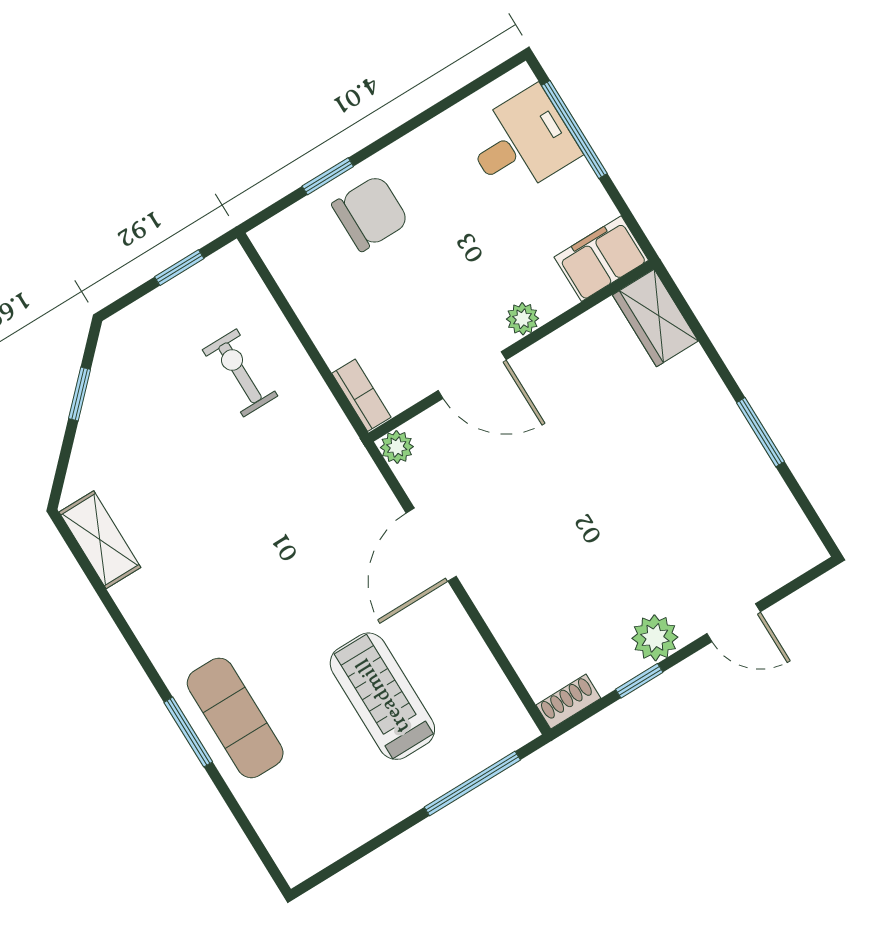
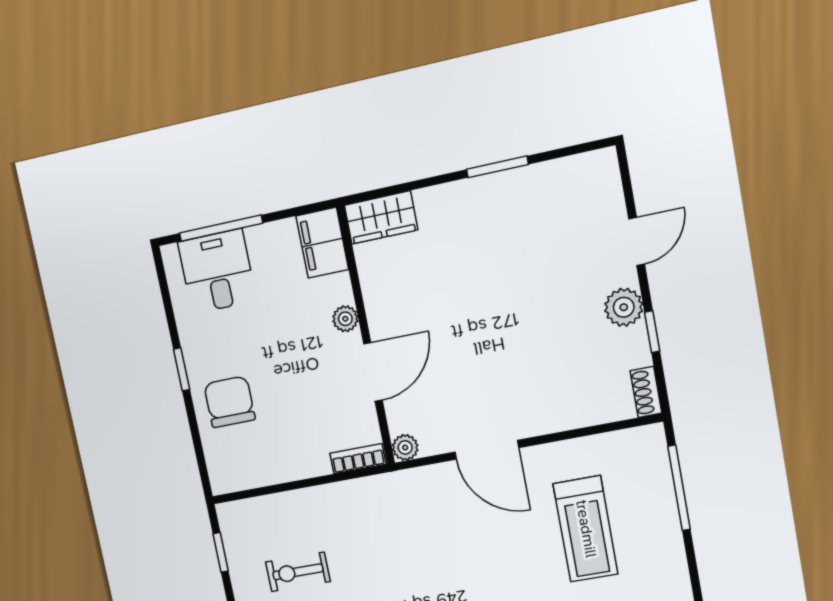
window: (328, 176) -> (182, 369), moved
exercise bike: (240, 373) -> (298, 572), moved
treadmill: (382, 696) -> (586, 529), turned -90

